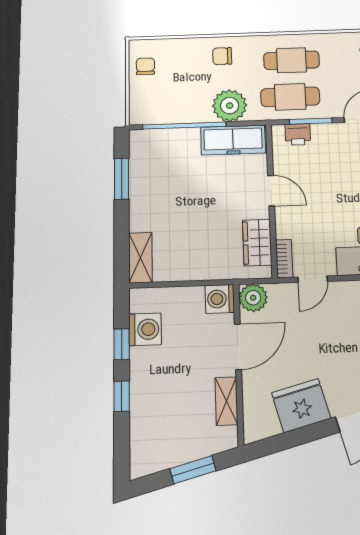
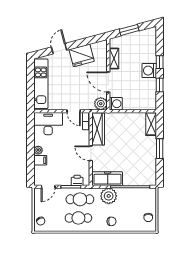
window: (122, 179) -> (160, 149), moved
wardrobe: (257, 243) -> (98, 129), width x1.50
door: (313, 279) -> (74, 111), swing flipped
washing machine: (145, 329) -> (149, 71), moved
door: (238, 347) -> (108, 82), hinge flipped

